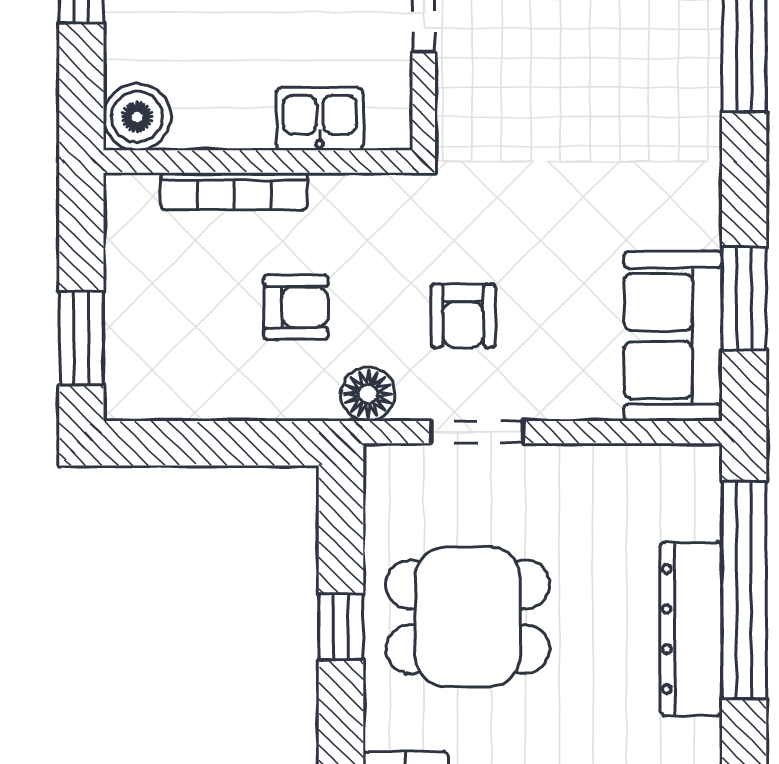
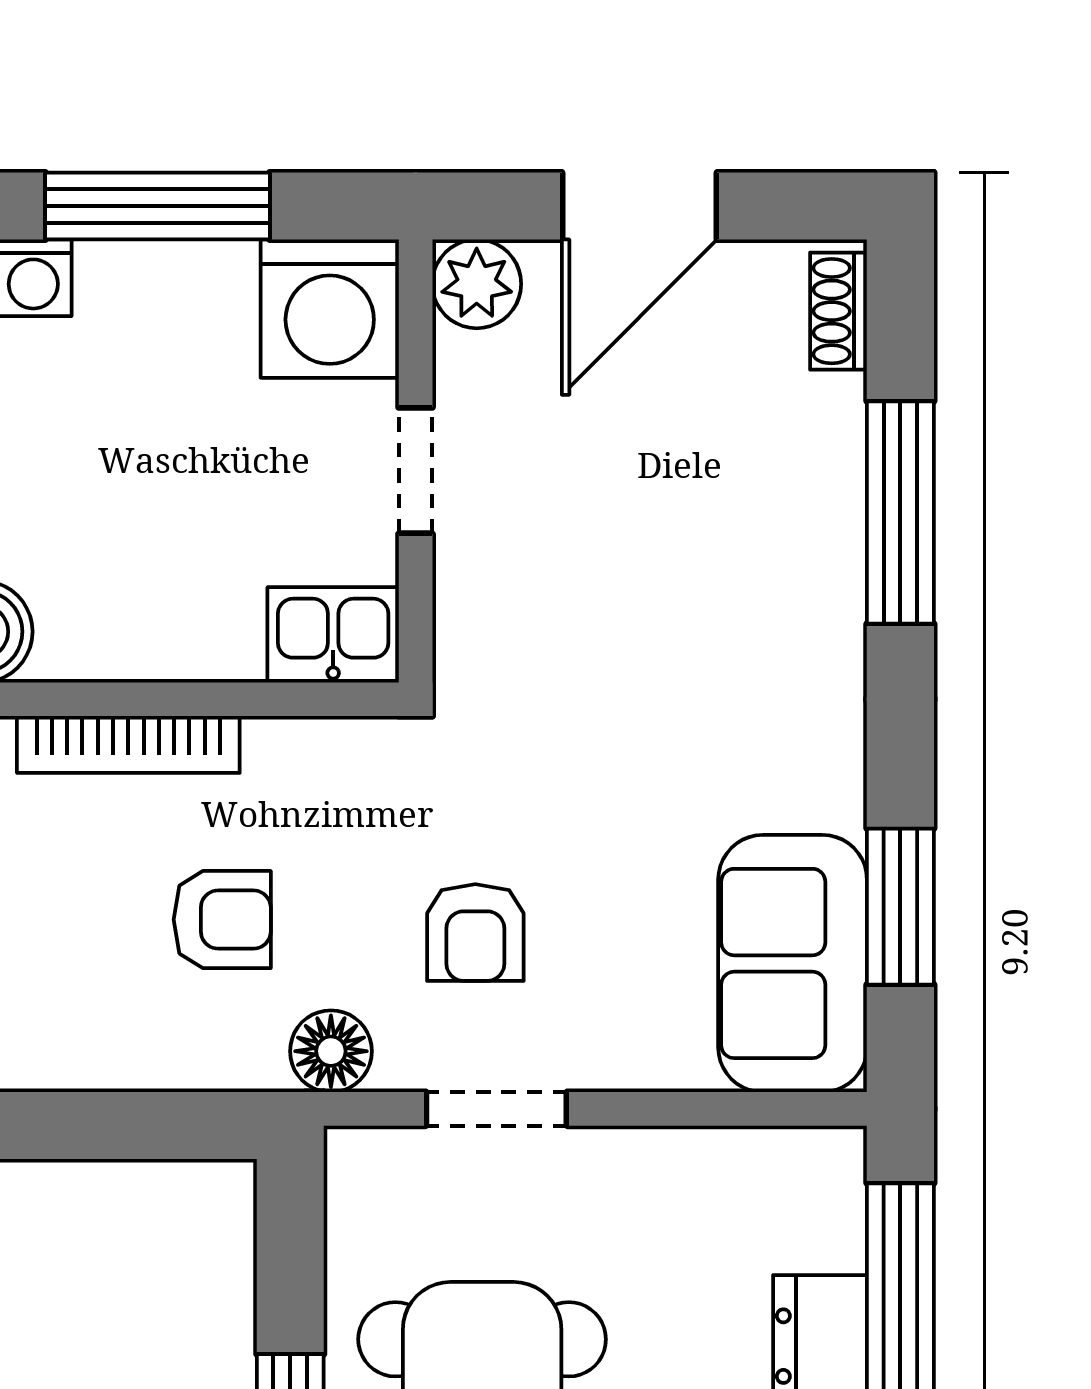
kitchen sink: (320, 119) -> (333, 635), moved

